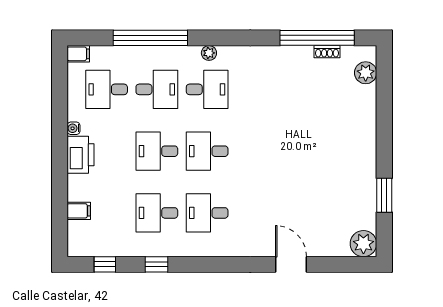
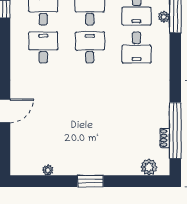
plant: (209, 53) -> (164, 17), moved
window: (384, 195) -> (90, 181), moved
plant: (363, 244) -> (48, 170), moved, width x0.53, depth x0.53

